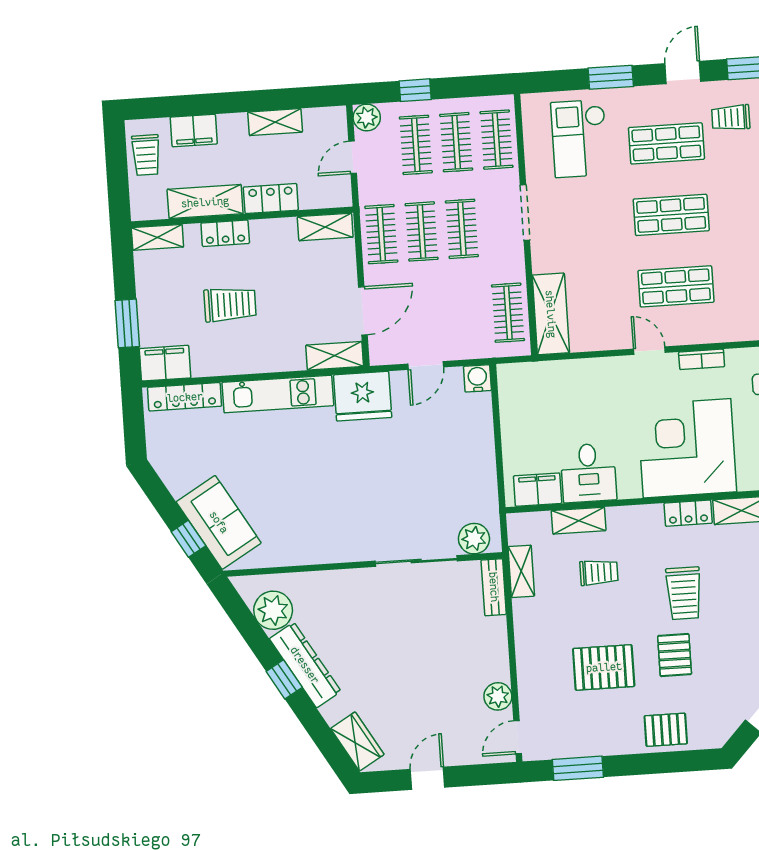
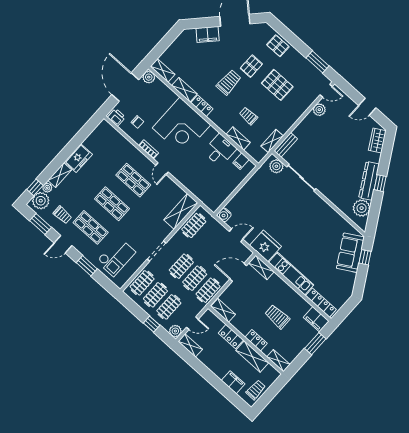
shelving: (275, 122) -> (190, 345), moved
filing cabinet: (538, 490) -> (241, 161), width x0.50

